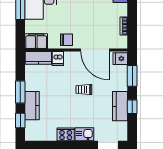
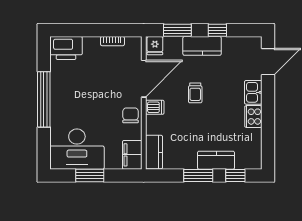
dishwasher: (58, 58) -> (155, 107), moved
kitchen counter: (120, 106) -> (202, 46), moved

